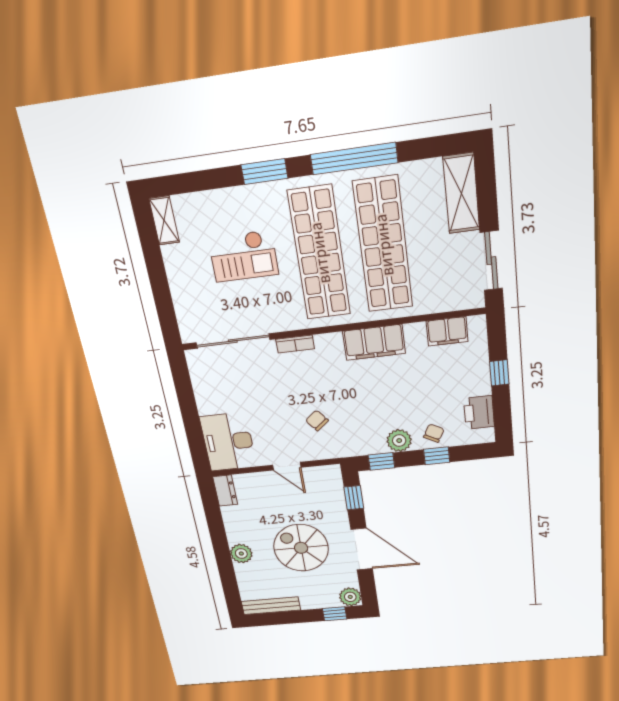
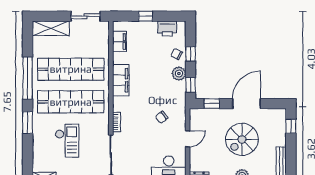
plant: (350, 597) -> (279, 115), removed

